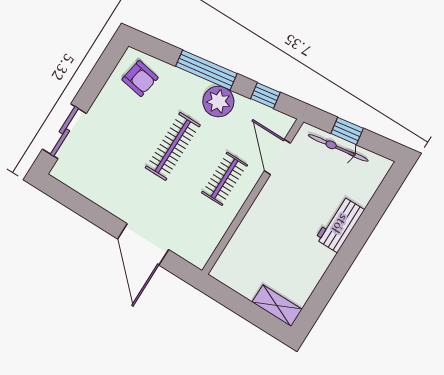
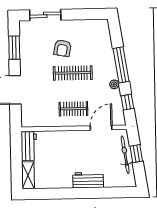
armchair: (140, 79) -> (62, 48), moved
plant: (218, 102) -> (114, 84), width x0.53, depth x0.53
window: (82, 206) -> (14, 48), added
workbench: (236, 277) -> (29, 146), added

